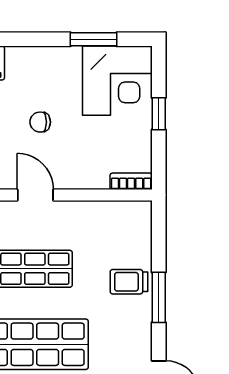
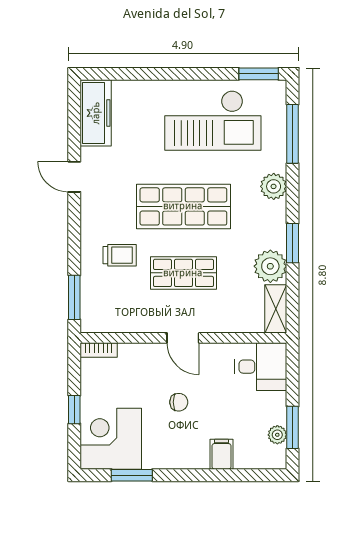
trolley: (129, 282) -> (120, 255), moved
window: (159, 297) -> (74, 297), moved

